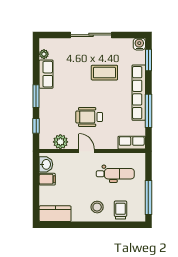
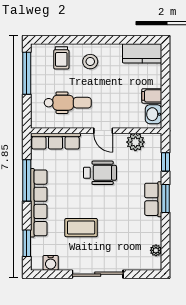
water cooler: (139, 44) -> (51, 263), moved
row of seats: (46, 74) -> (153, 199), moved
row of seats: (132, 143) -> (55, 141), width x1.48
dental chair: (115, 174) -> (68, 103), turned 180

